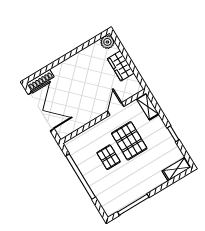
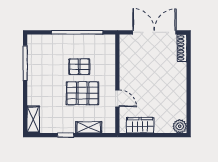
wardrobe: (121, 66) -> (140, 125), moved
shelving: (148, 107) -> (89, 127), moved
double door: (41, 111) -> (154, 32), swing flipped

